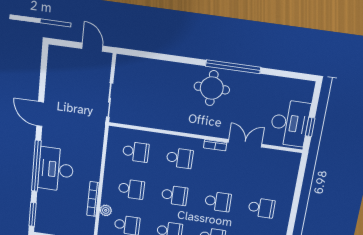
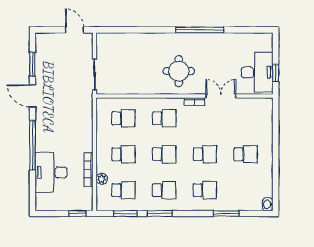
round table: (212, 88) -> (179, 71), moved
desk: (56, 169) -> (51, 172), moved
window: (33, 214) -> (32, 64), moved

